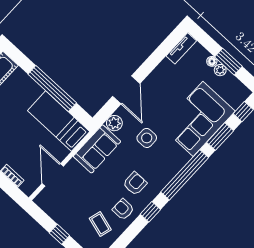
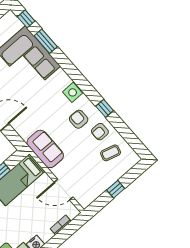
plant: (114, 123) -> (24, 131), removed
side table: (147, 138) -> (73, 92), moved
window: (185, 175) -> (76, 75), removed

